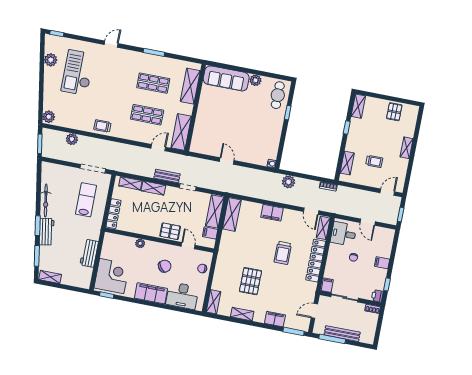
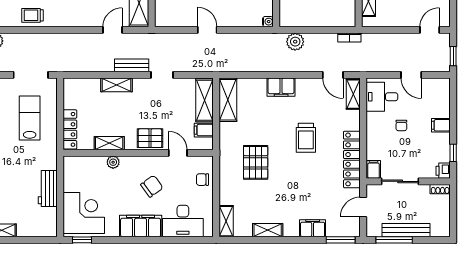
shelving: (130, 183) -> (109, 143), moved
locker: (316, 261) -> (352, 159), moved
pallet: (251, 281) -> (256, 162), moved

